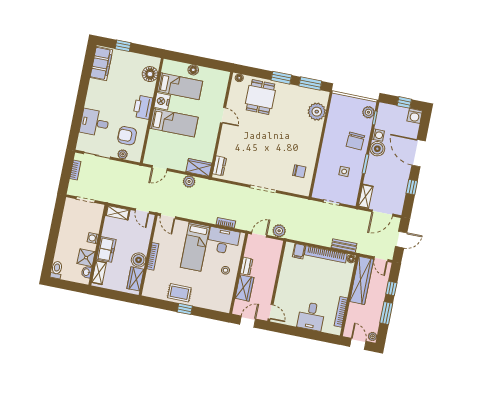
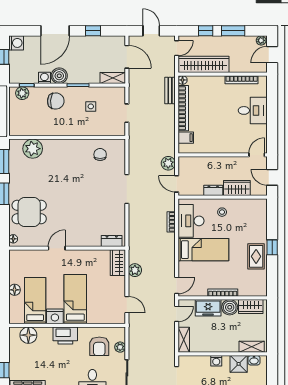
freezer: (106, 249) -> (208, 308), moved, turned 180

